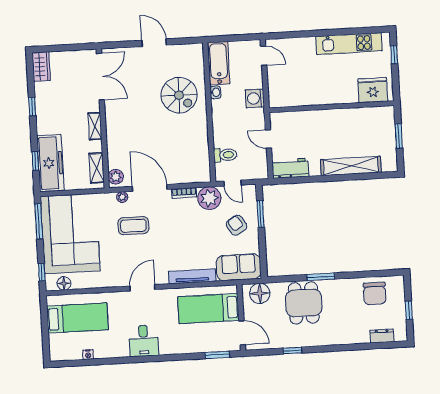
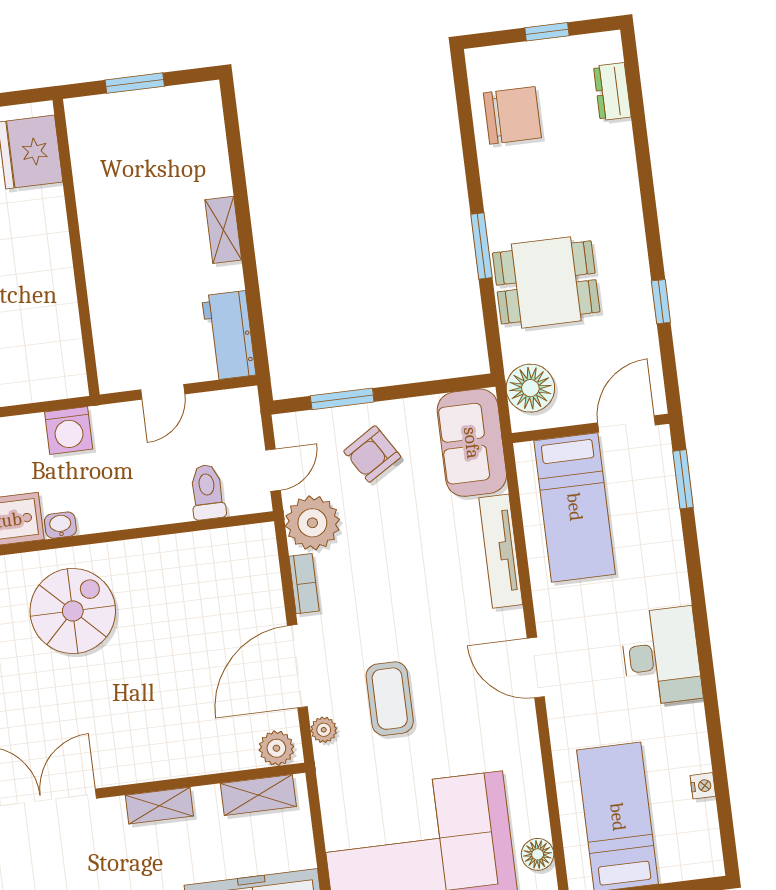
shelving: (351, 166) -> (223, 230), width x0.45, depth x0.75
desk: (144, 341) -> (661, 656), width x1.37

